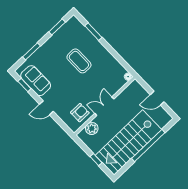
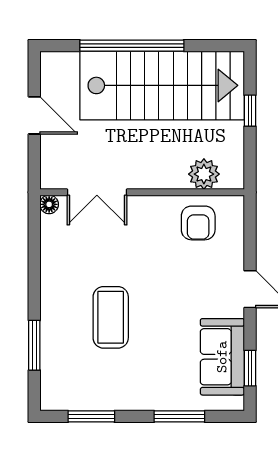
double door: (104, 106) -> (97, 192), moved
armchair: (80, 113) -> (198, 223), turned -90

